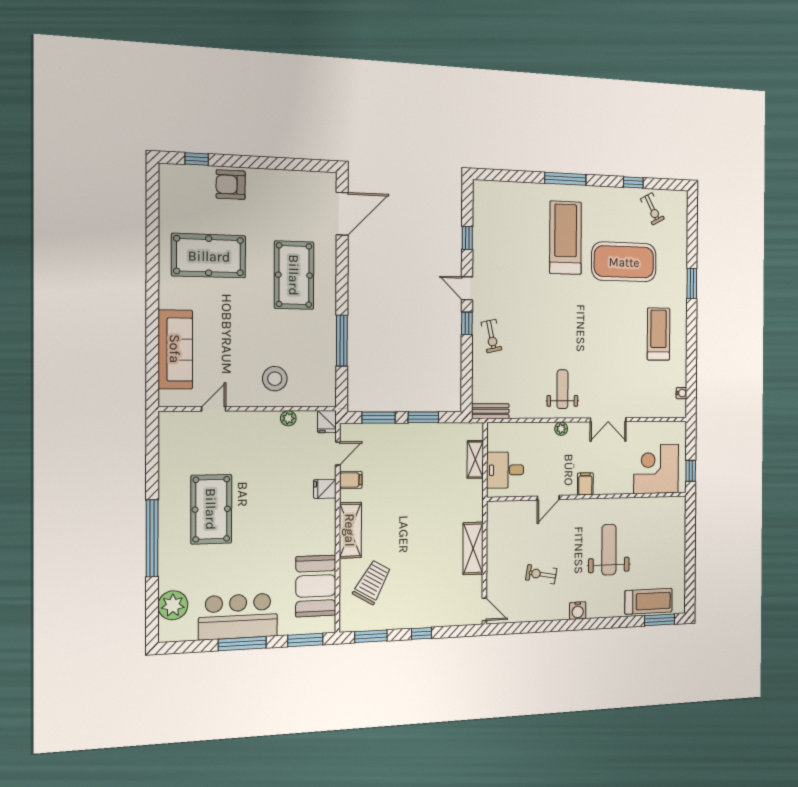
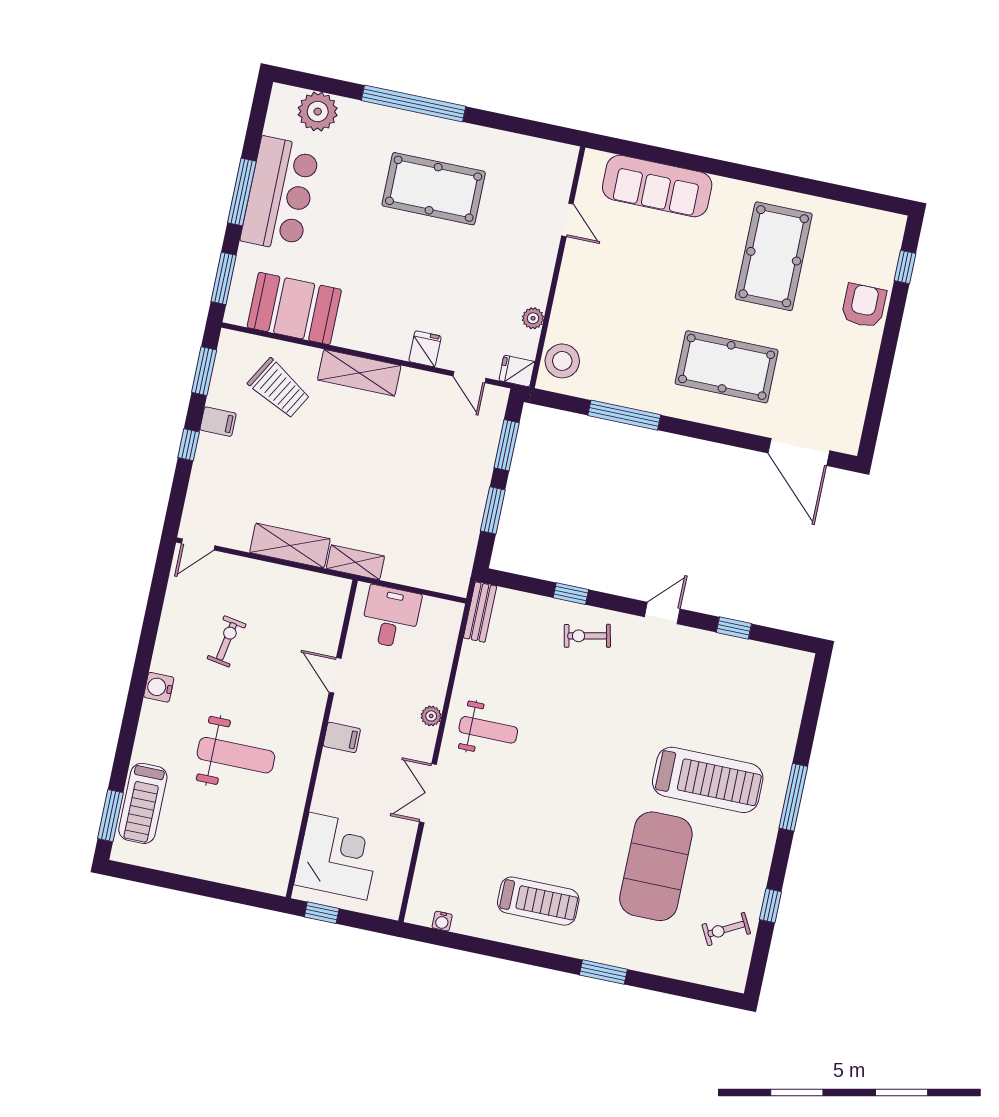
window: (467, 323) -> (571, 594), moved
stool: (275, 379) -> (562, 361), moved
shelving: (475, 459) -> (355, 562), moved
filing cabinet: (351, 480) -> (218, 422), moved, turned -90

